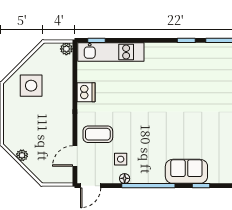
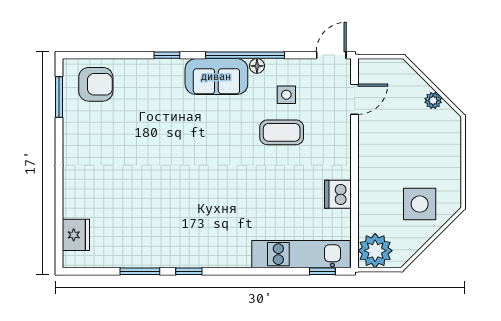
plant: (66, 49) -> (375, 251), width x1.88, depth x1.88
coffee table: (98, 134) -> (282, 132), moved
sofa: (186, 171) -> (216, 77), moved
floor lamp: (125, 178) -> (257, 66), moved

